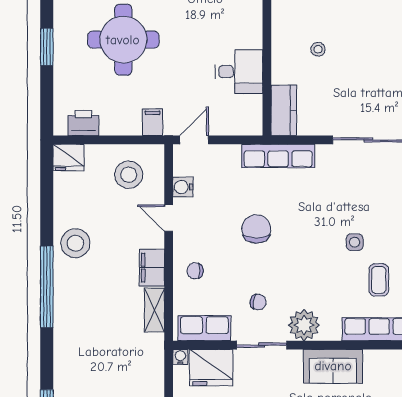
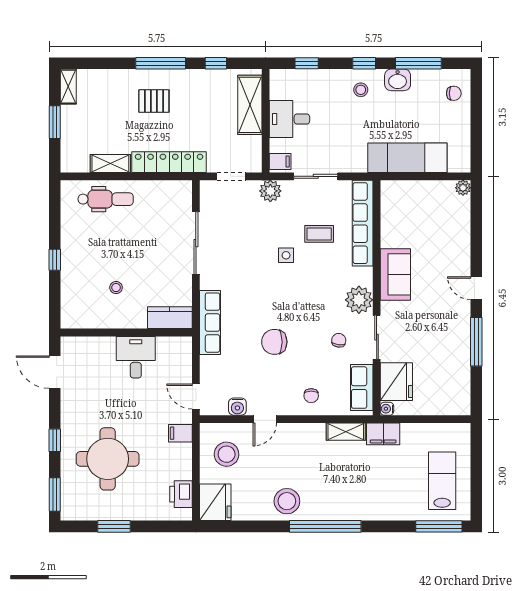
fridge: (69, 157) -> (215, 502), width x1.36, depth x1.34
filing cabinet: (152, 268) -> (383, 434), moved

